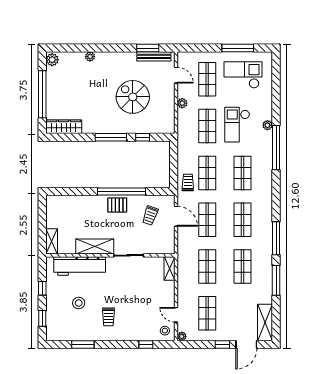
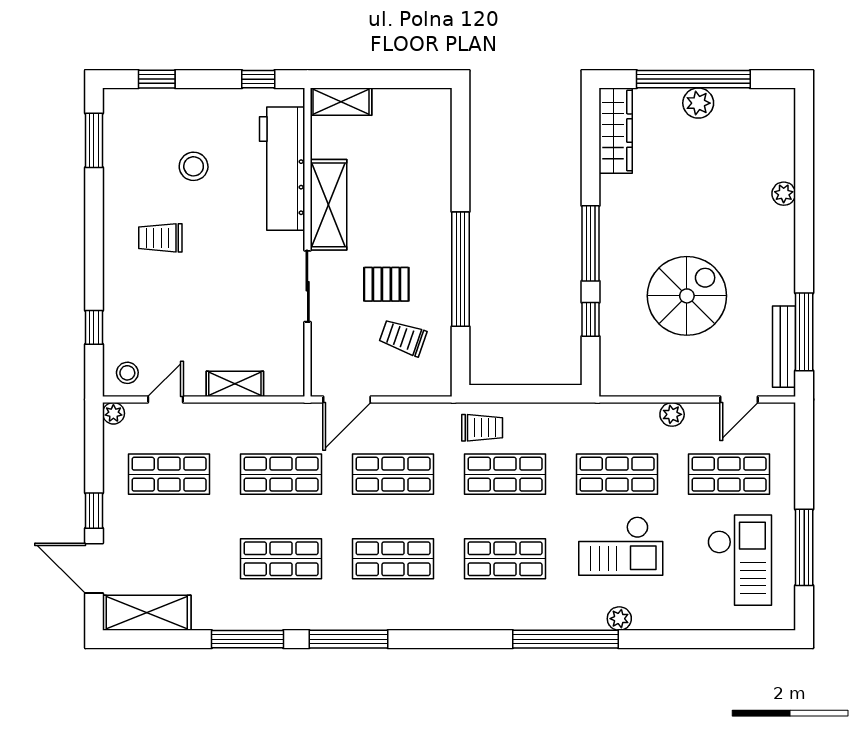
window: (148, 48) -> (804, 332), width x1.44
plant: (52, 60) -> (698, 103), moved
checkout: (237, 125) -> (621, 546), turned 180
pallet: (117, 205) -> (386, 284), moved, turned 90
door: (176, 216) -> (347, 400), moved
shelving: (169, 268) -> (235, 384), moved
window: (42, 288) -> (258, 79), moved
window: (83, 345) -> (94, 140), moved

